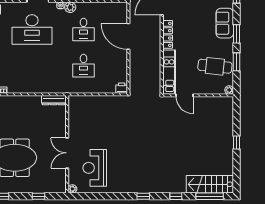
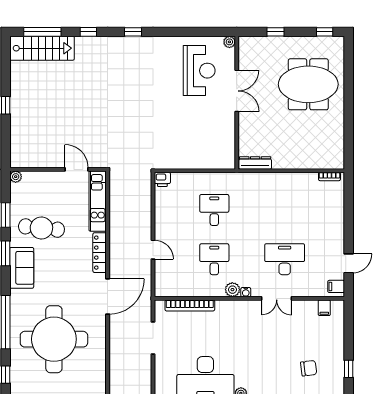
desk: (32, 29) -> (285, 259), width x0.73, depth x0.77
door: (128, 36) -> (153, 250), width x0.53
cafe table: (215, 66) -> (41, 228), moved

